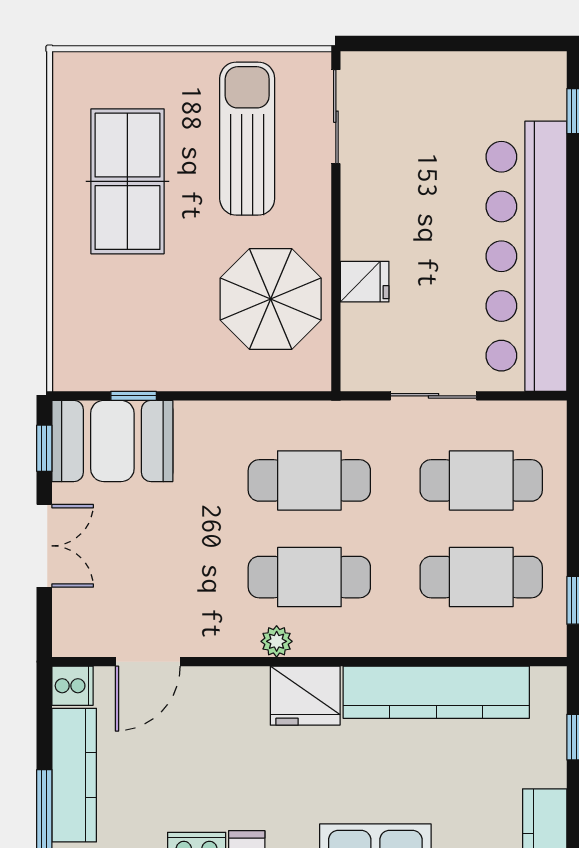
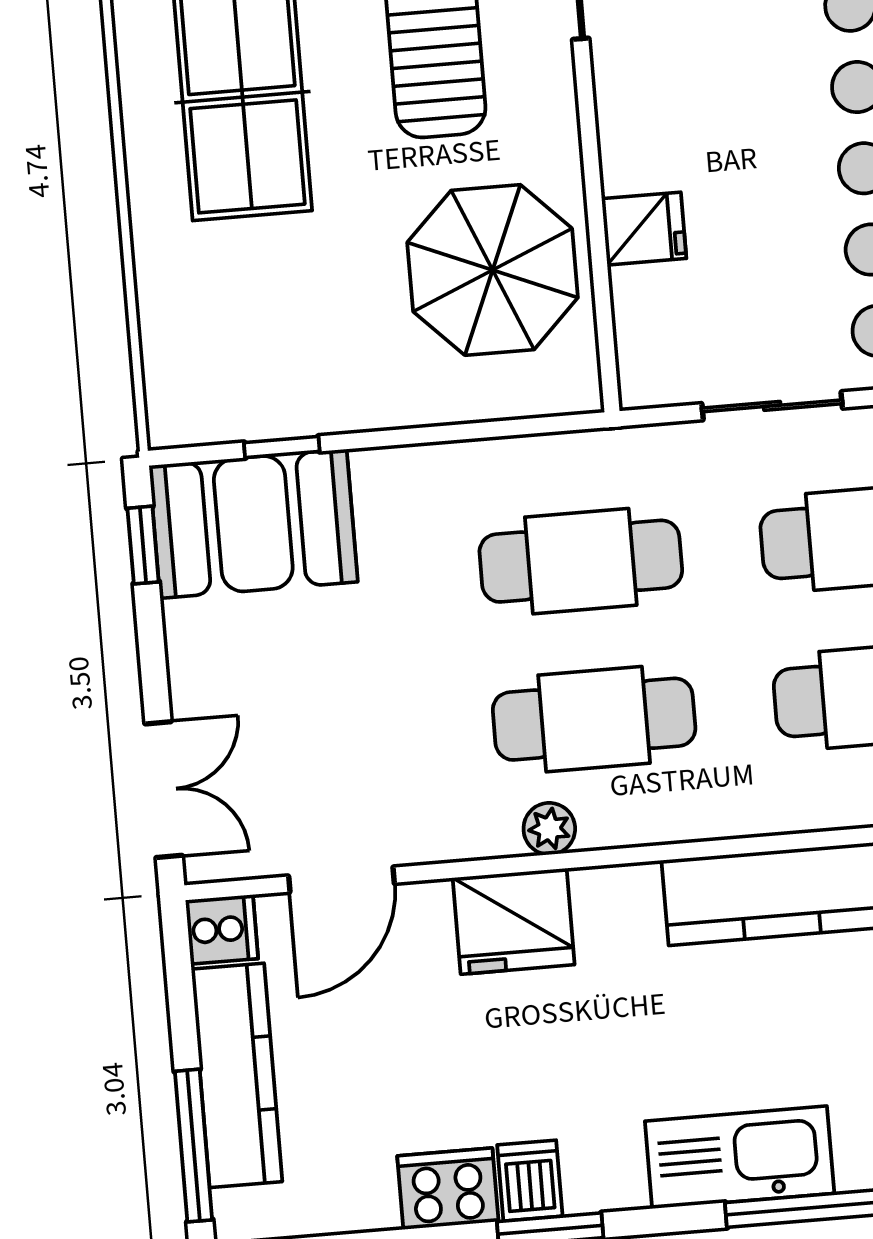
double door: (44, 546) -> (164, 790), moved
fridge: (305, 696) -> (514, 921), moved

